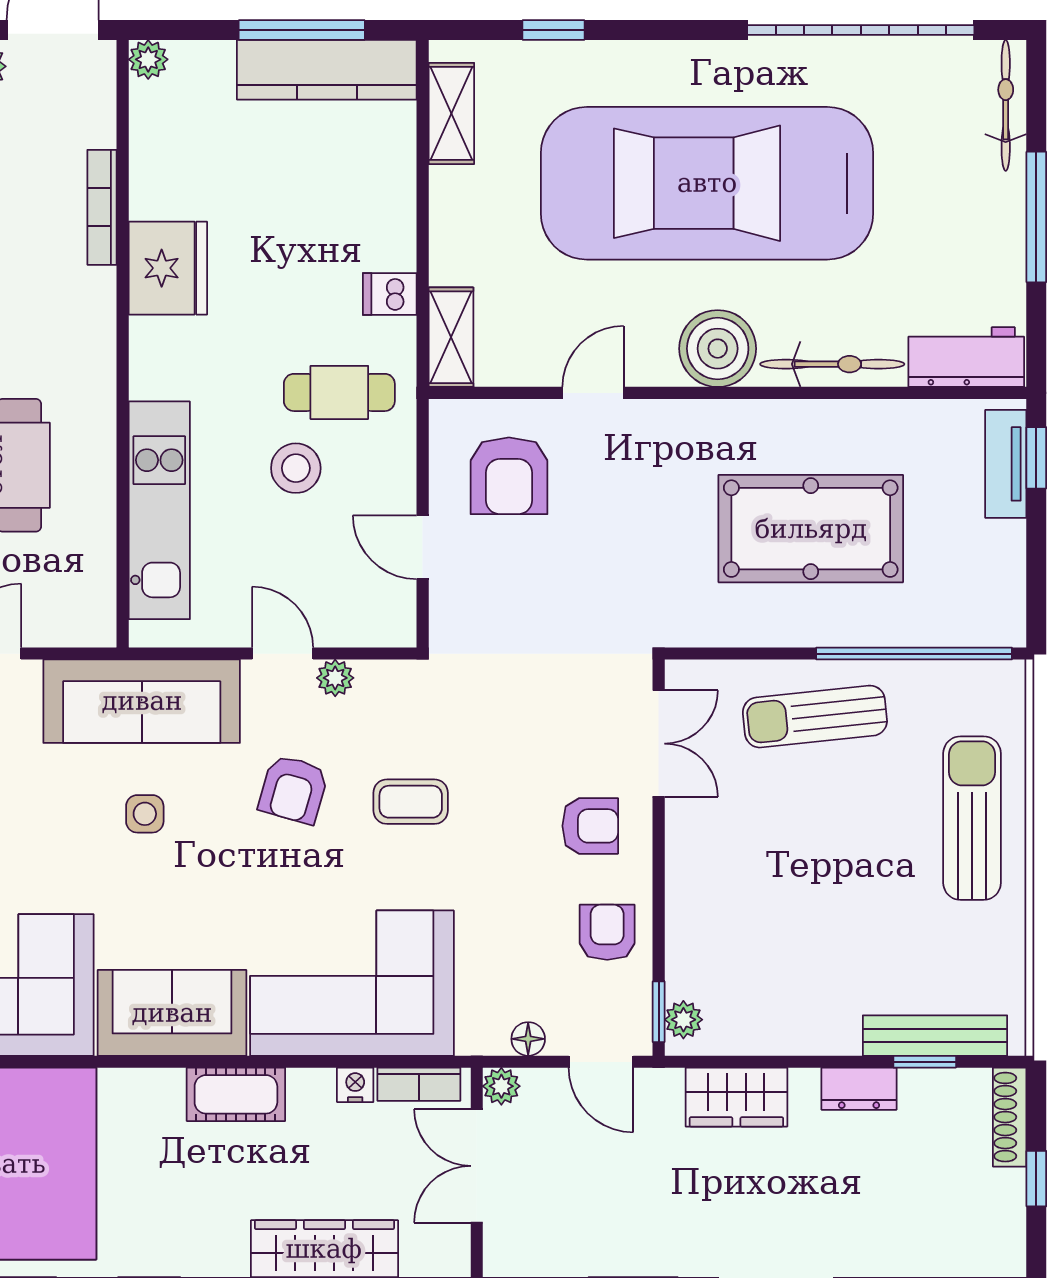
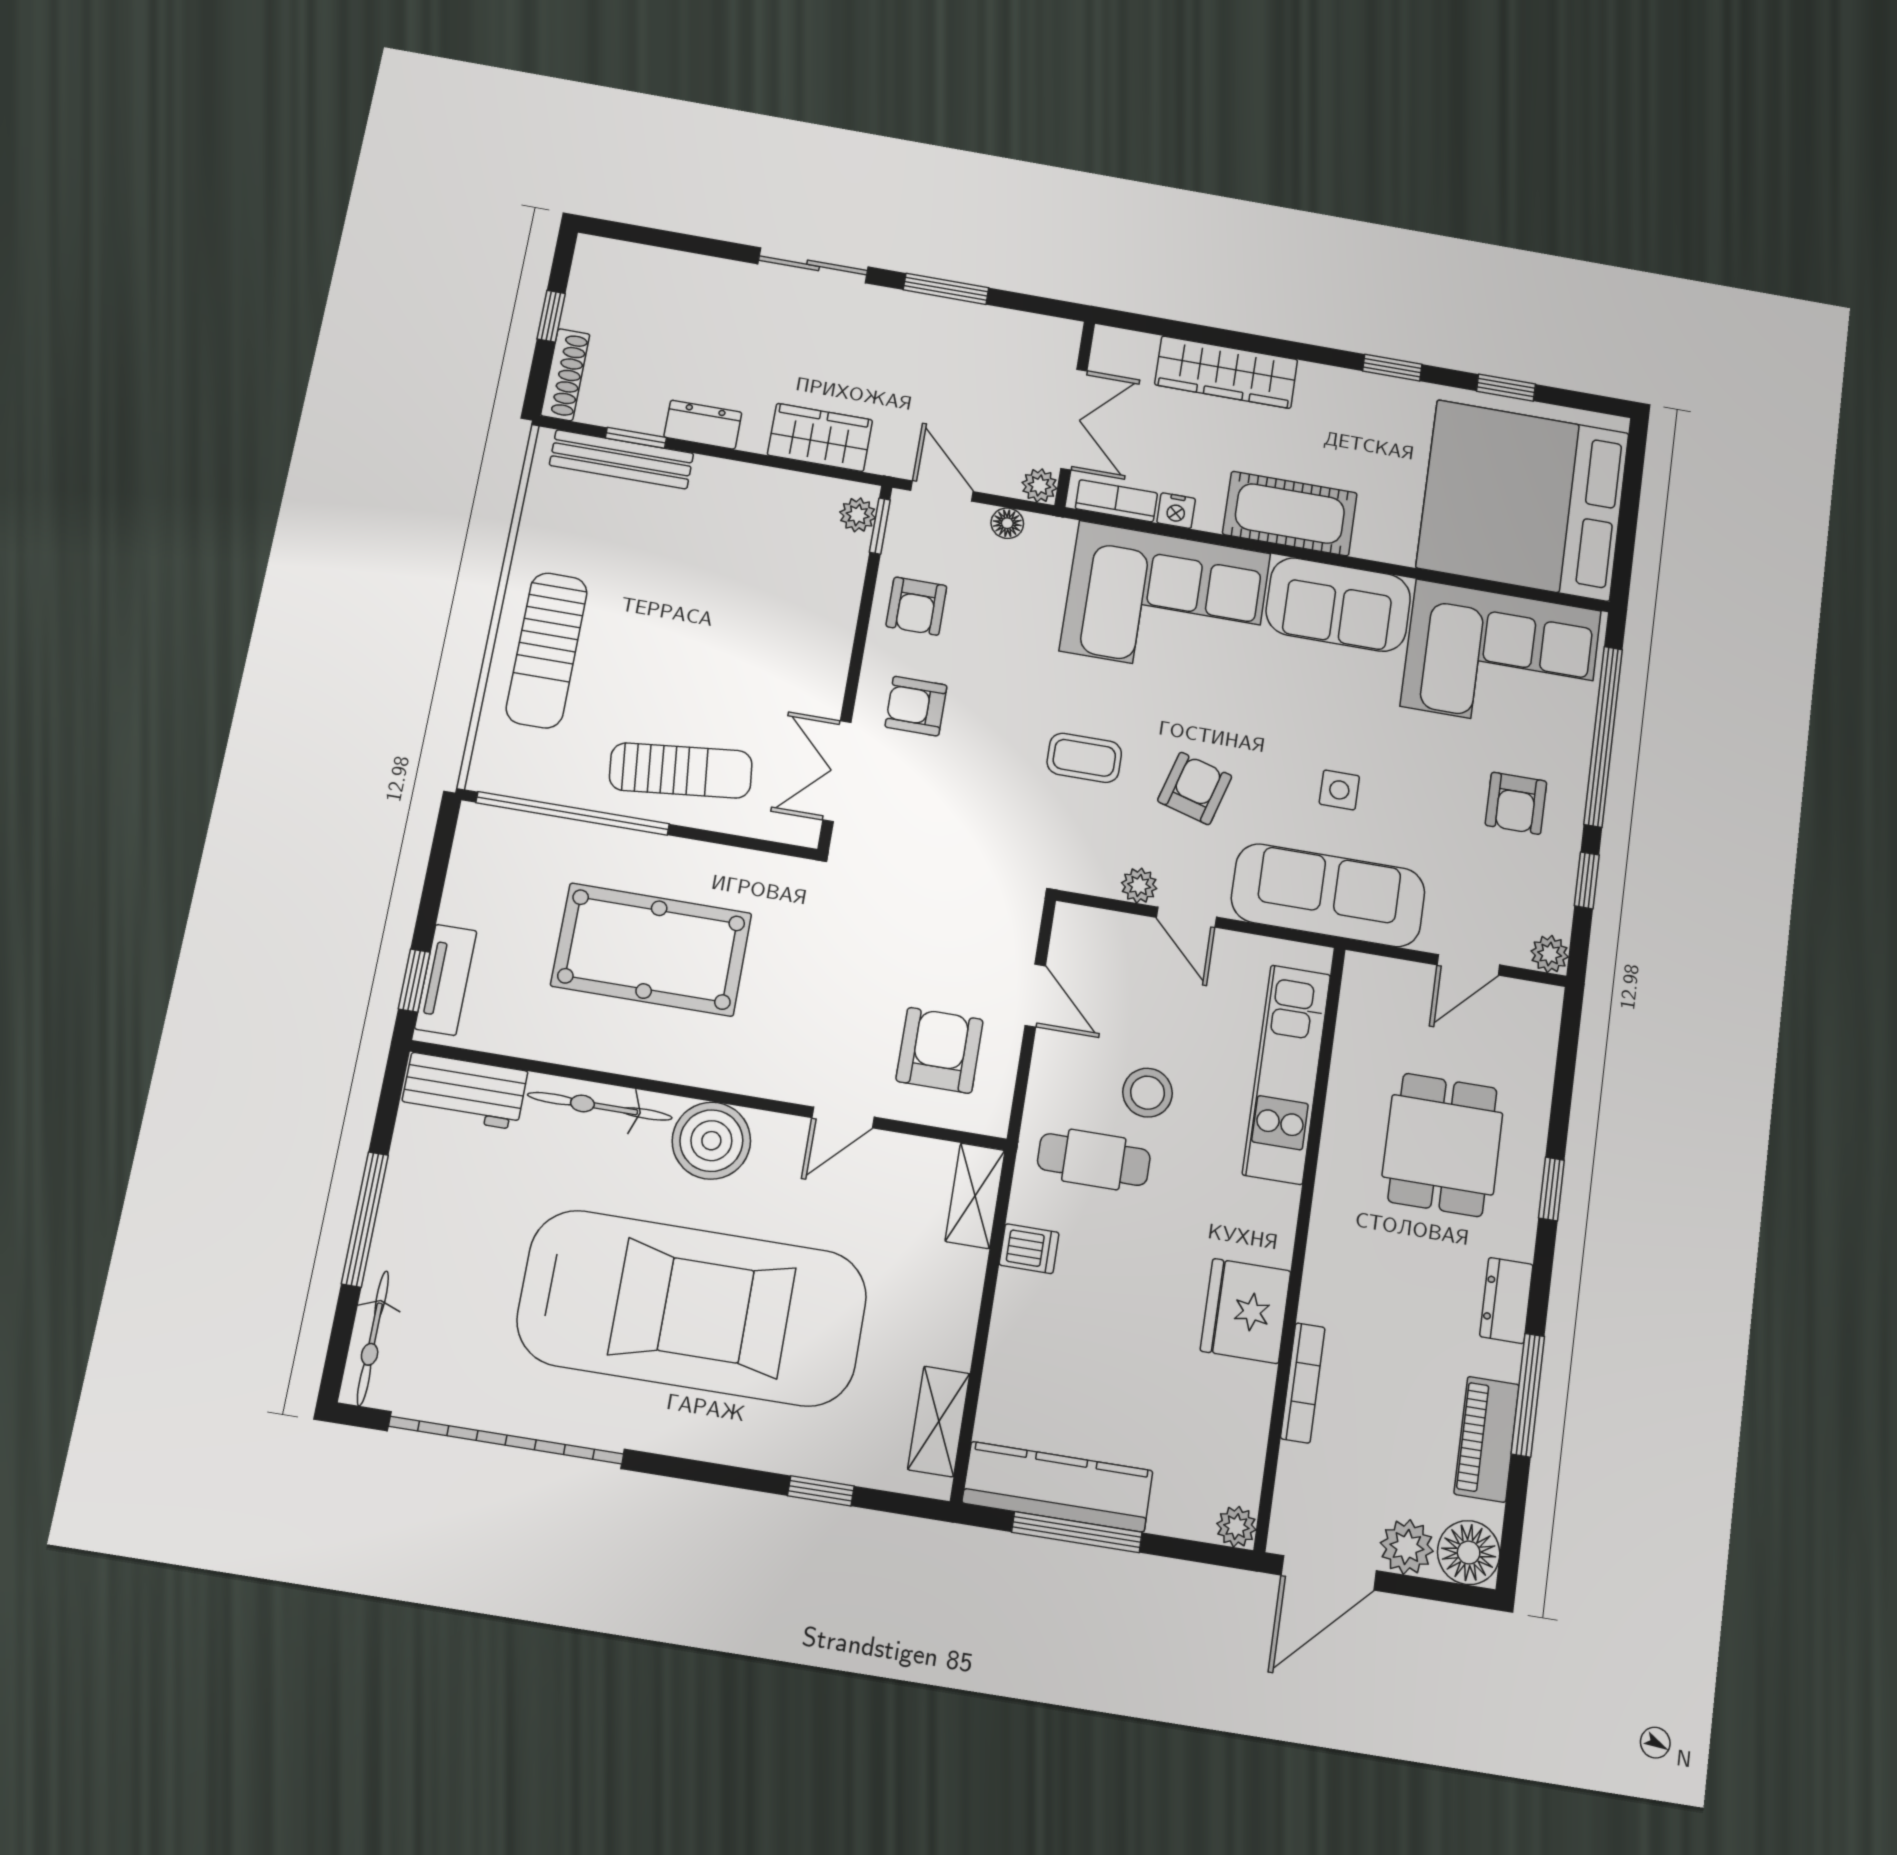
cot: (236, 1094) -> (1290, 514), width x1.37, depth x1.34

